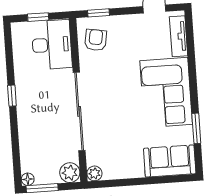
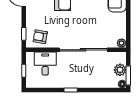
desk: (52, 45) -> (45, 64), width x0.73
plant: (70, 173) -> (120, 70), moved

